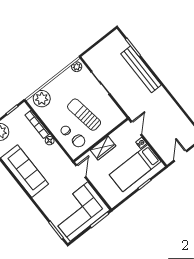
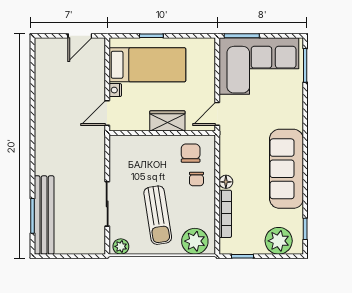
bench: (141, 69) -> (44, 215), moved
sun lounger: (84, 115) -> (158, 215), moved

